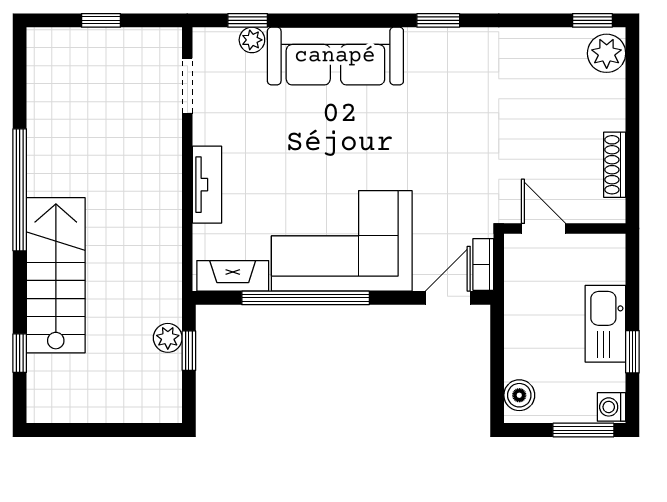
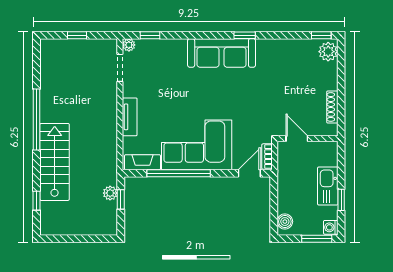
plant: (252, 40) -> (129, 45), moved
sofa: (335, 56) -> (222, 53), moved

